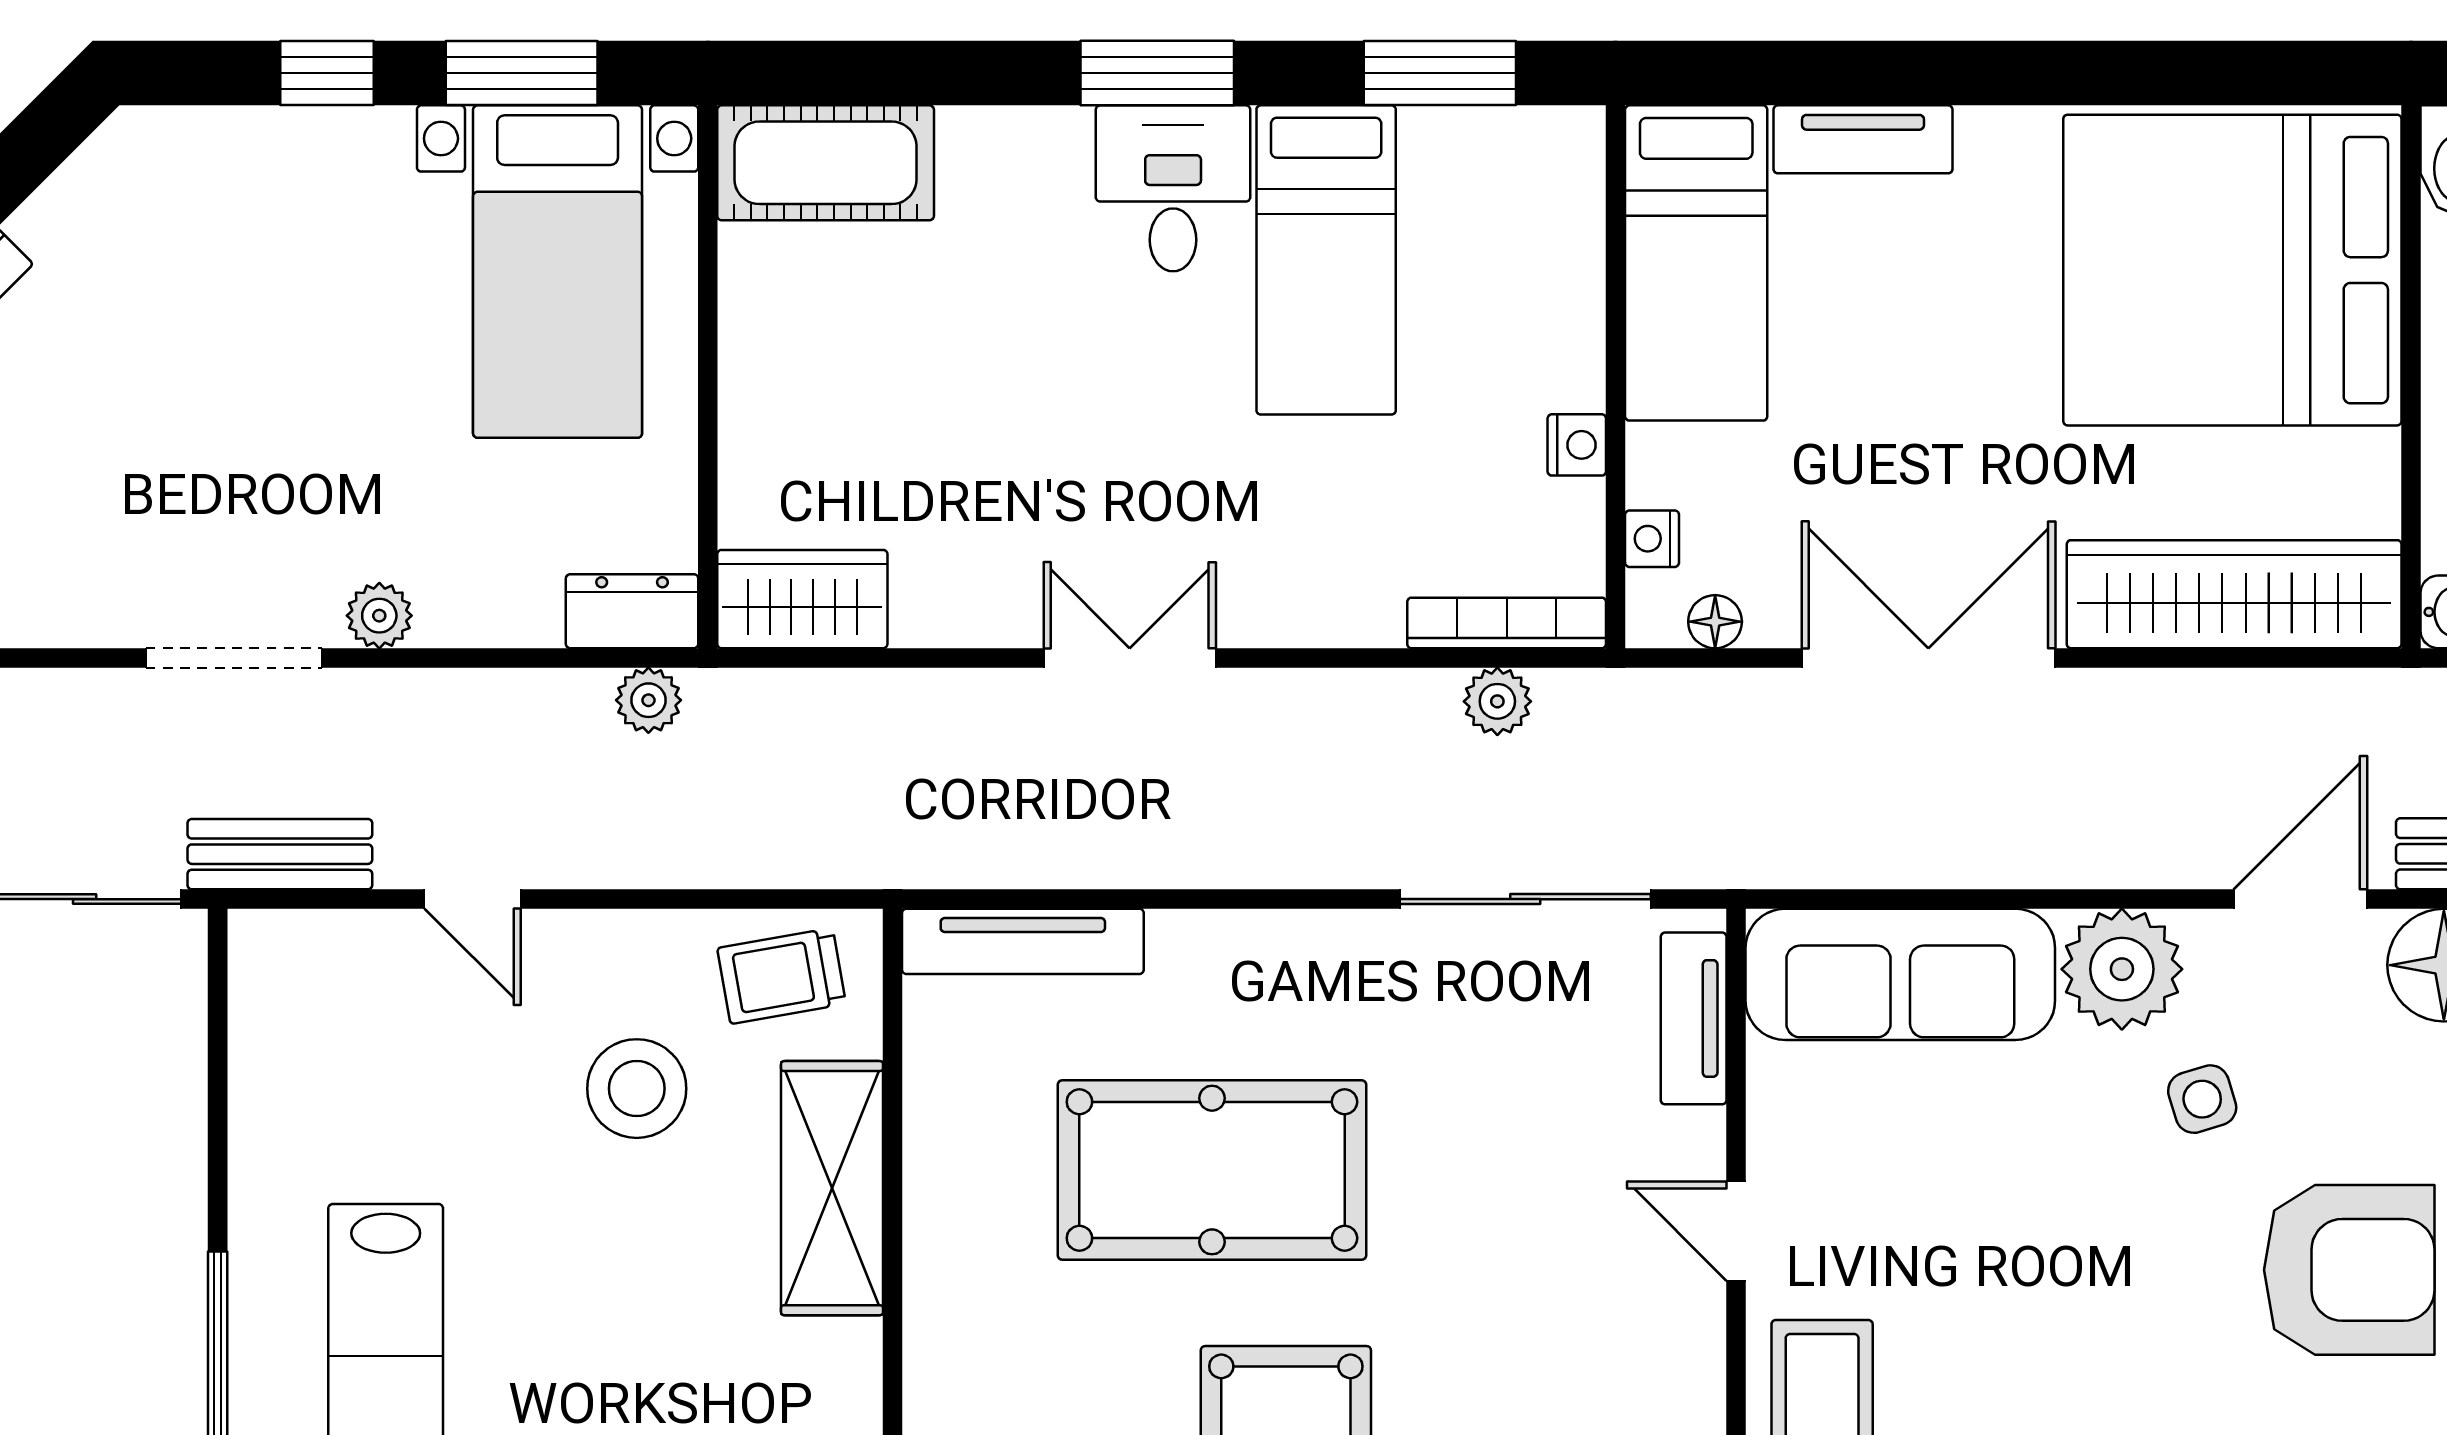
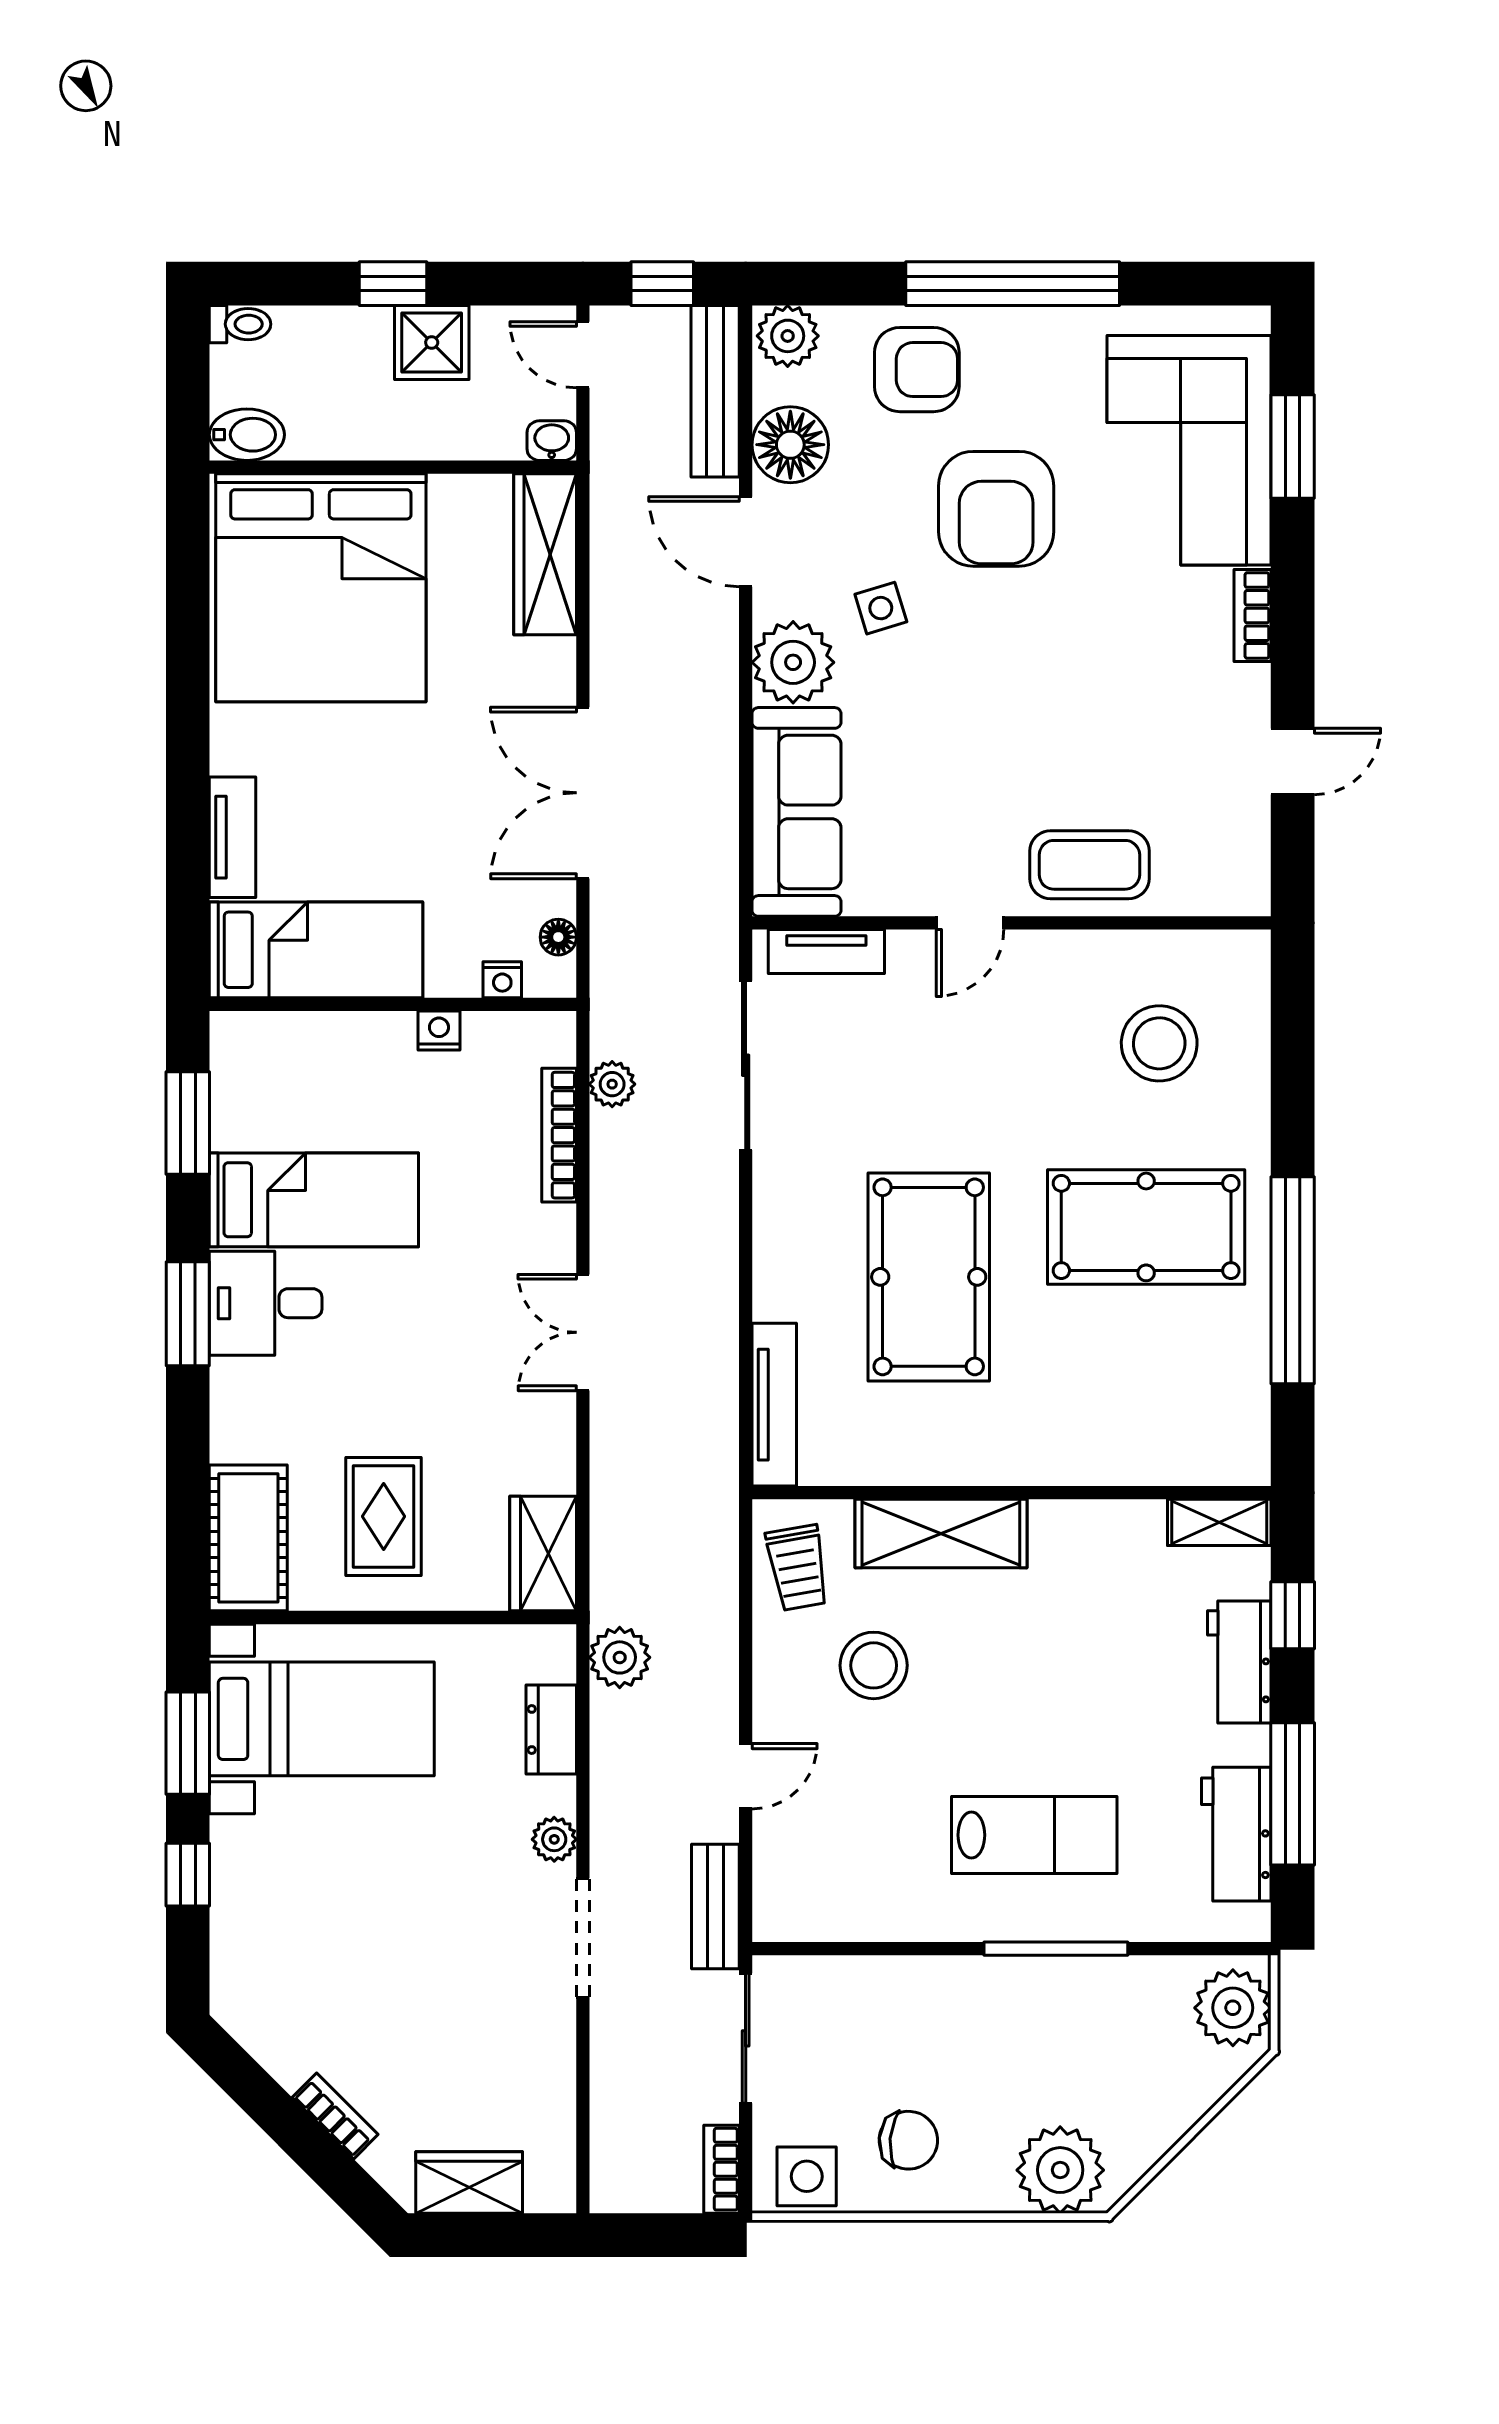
rug: (857, 363) -> (384, 1516), added
wardrobe: (2234, 594) -> (545, 554), width x0.71, depth x0.85
dresser: (632, 611) -> (551, 1730), moved
bookcase: (1507, 623) -> (559, 1135), moved
plant: (648, 700) -> (620, 1657), width x1.38, depth x1.38
armchair: (2349, 1270) -> (996, 509), turned 180

